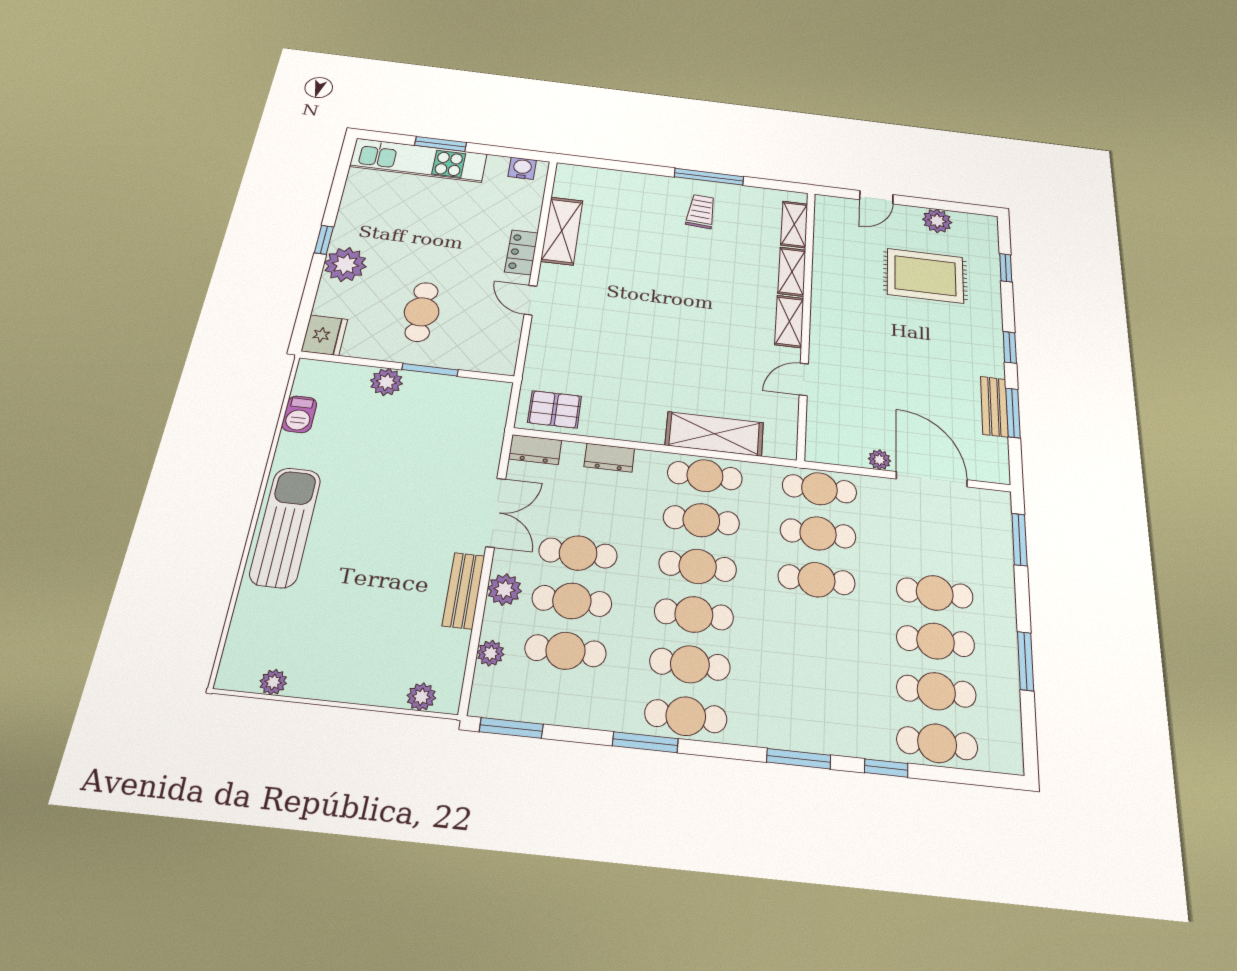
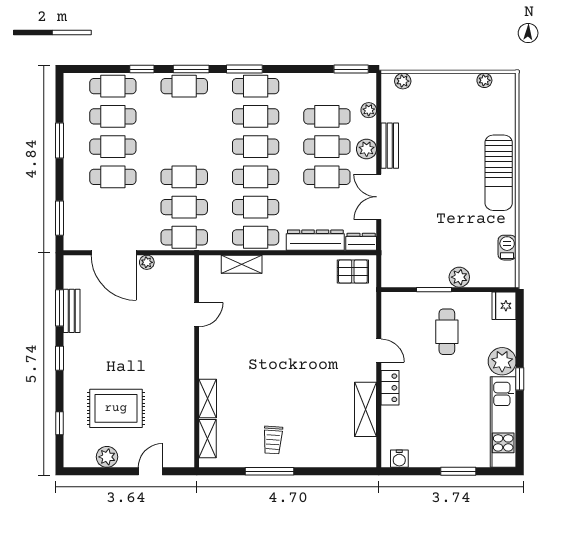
kitchen unit: (419, 160) -> (503, 422), moved, turned -90
shelving: (789, 321) -> (208, 358), removed
shelving: (714, 434) -> (242, 264), width x0.67, depth x0.75
dresser: (609, 458) -> (315, 240), width x1.96, depth x1.24
cafe table: (812, 730) -> (184, 86), added
window: (645, 742) -> (244, 69), moved

